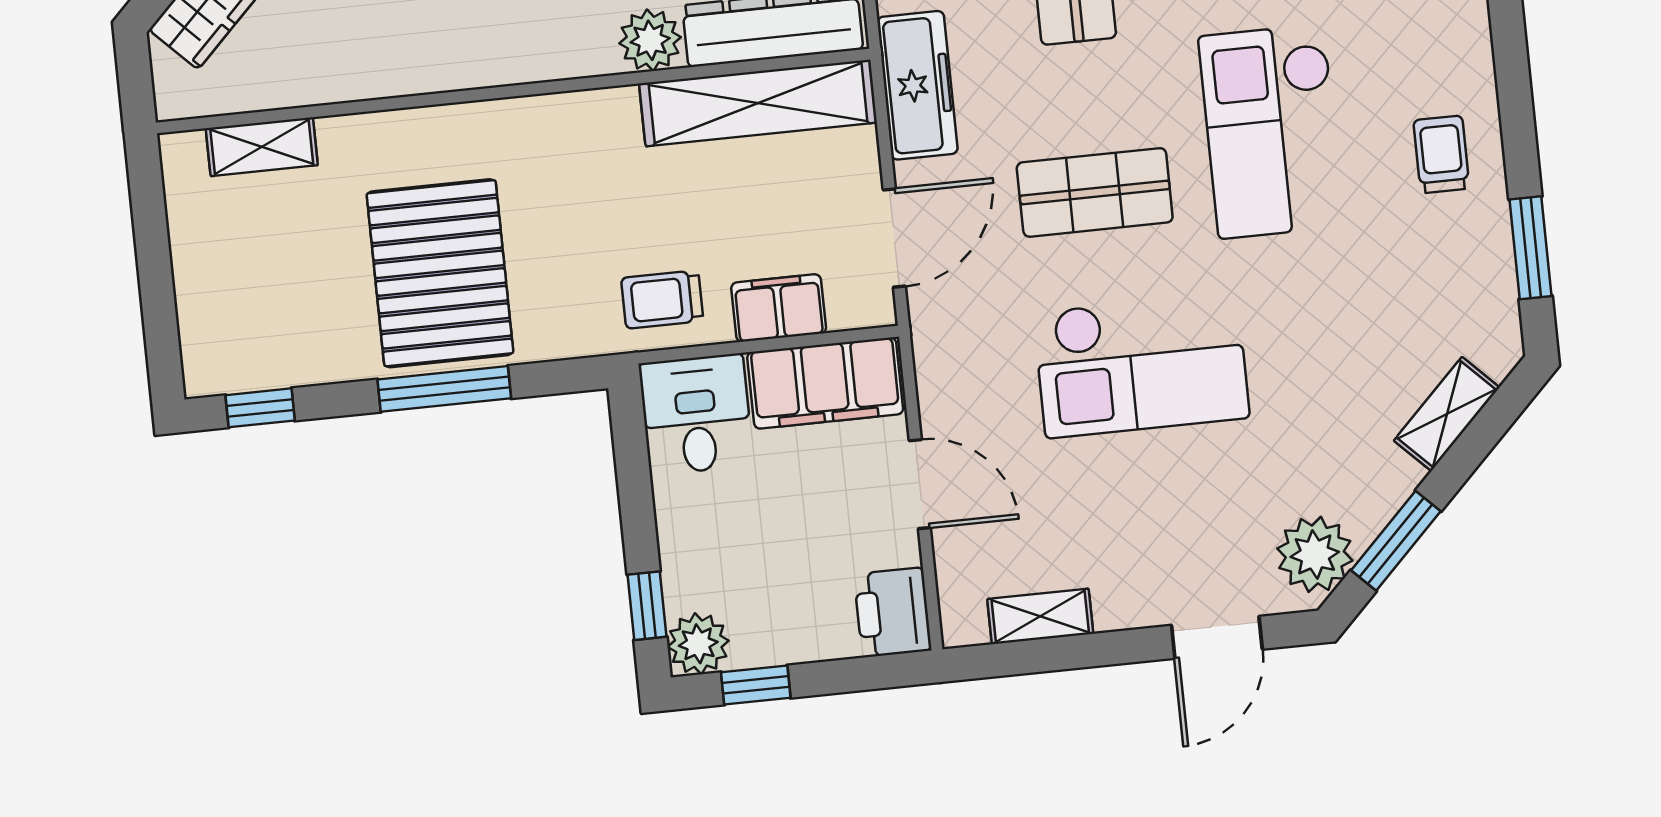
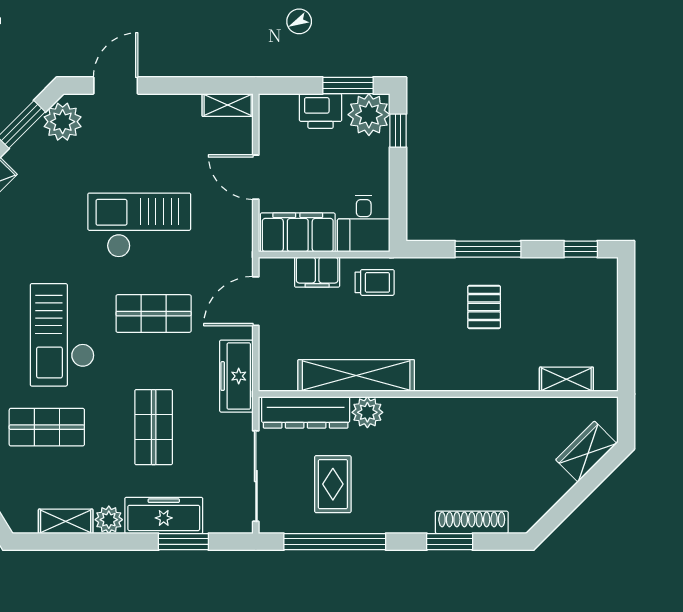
shelving: (758, 103) -> (356, 375), moved
checkout: (1272, 131) -> (62, 335), turned 180
pallet: (440, 273) -> (484, 307), width x0.49, depth x0.50
printer: (893, 612) -> (321, 111), moved, turned 90
shelving: (1040, 616) -> (228, 105), moved
plant: (698, 644) -> (369, 115), width x1.36, depth x1.36
window: (756, 685) -> (348, 85), width x1.50

